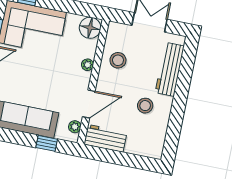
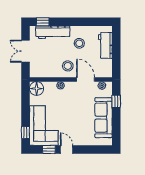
window: (188, 57) -> (43, 22), added
stool: (118, 60) -> (68, 66), moved
workbench: (105, 138) -> (105, 45), moved

